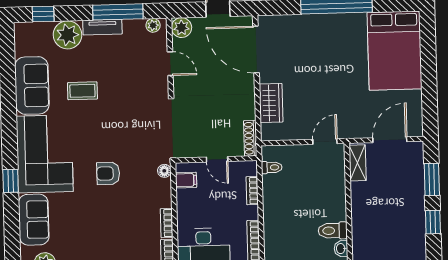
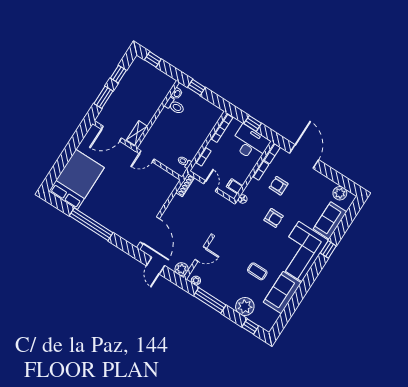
tv unit: (102, 27) -> (223, 298), removed
door: (170, 64) -> (201, 254), swing flipped
wardrobe: (271, 103) -> (161, 196), removed
armchair: (130, 219) -> (279, 186), added

